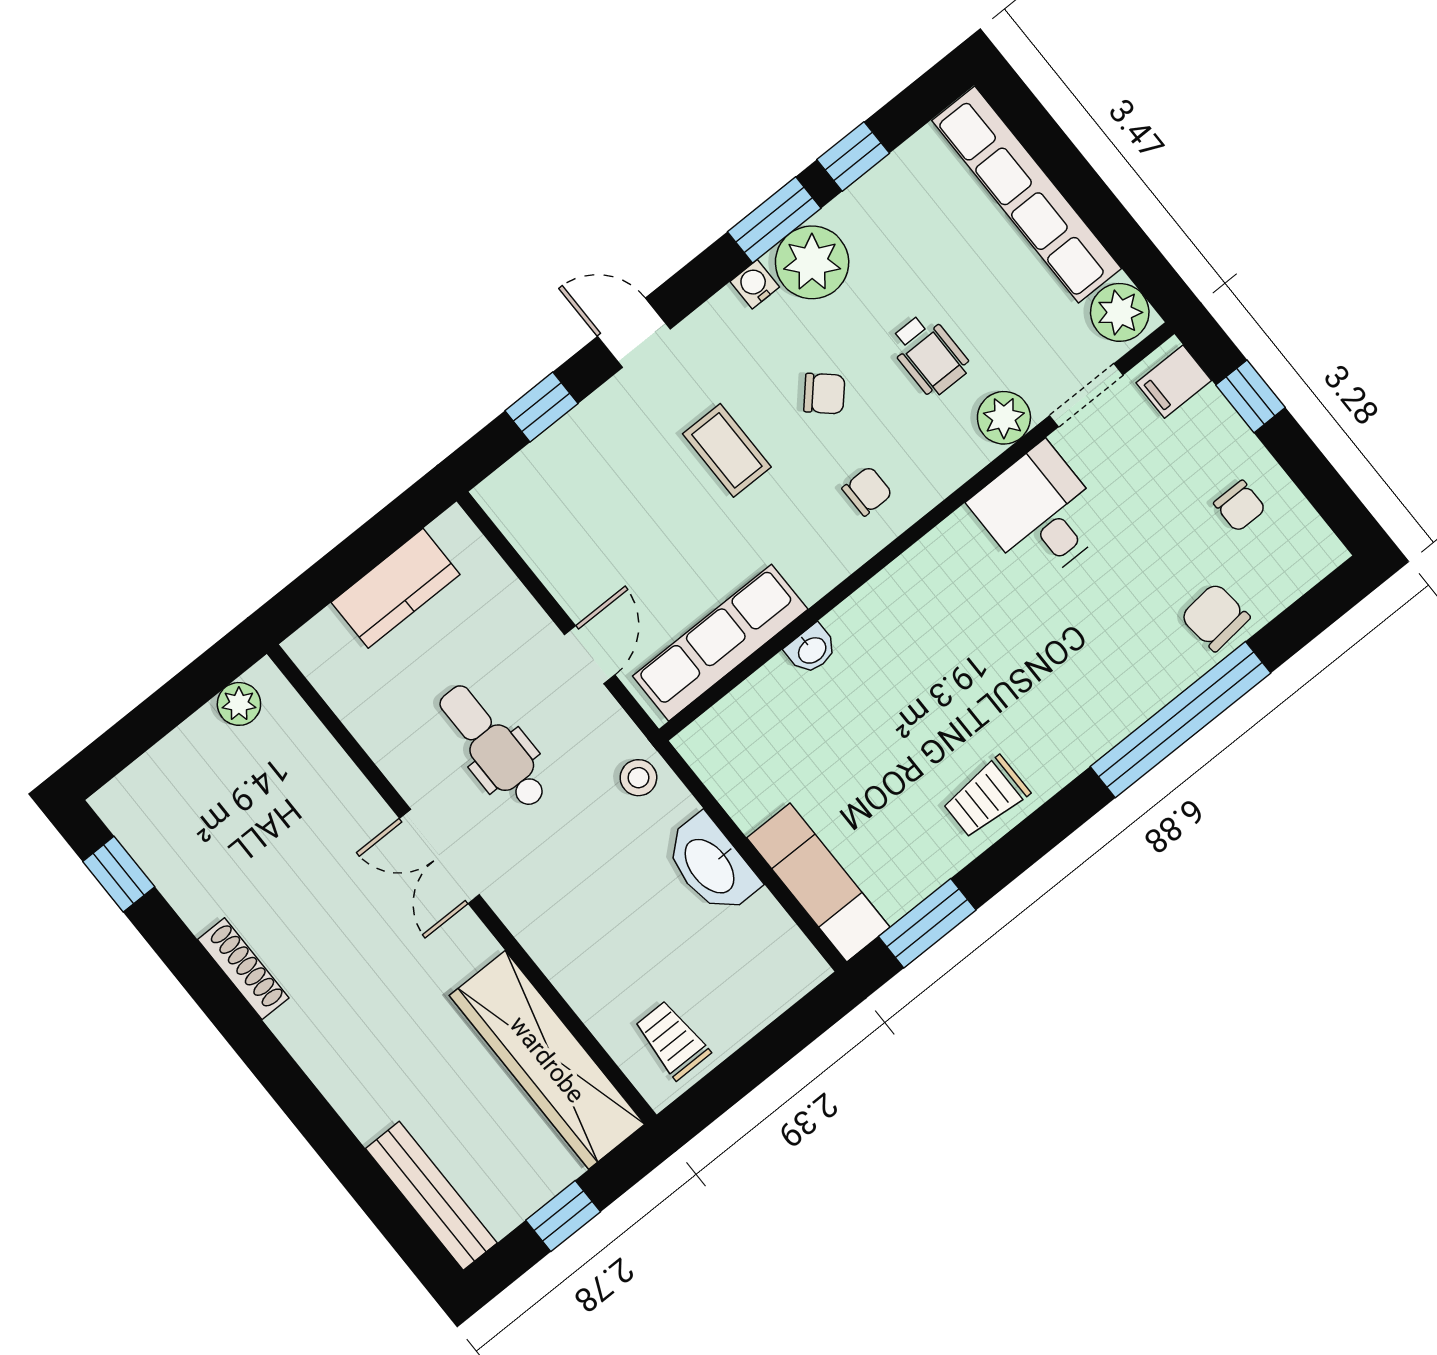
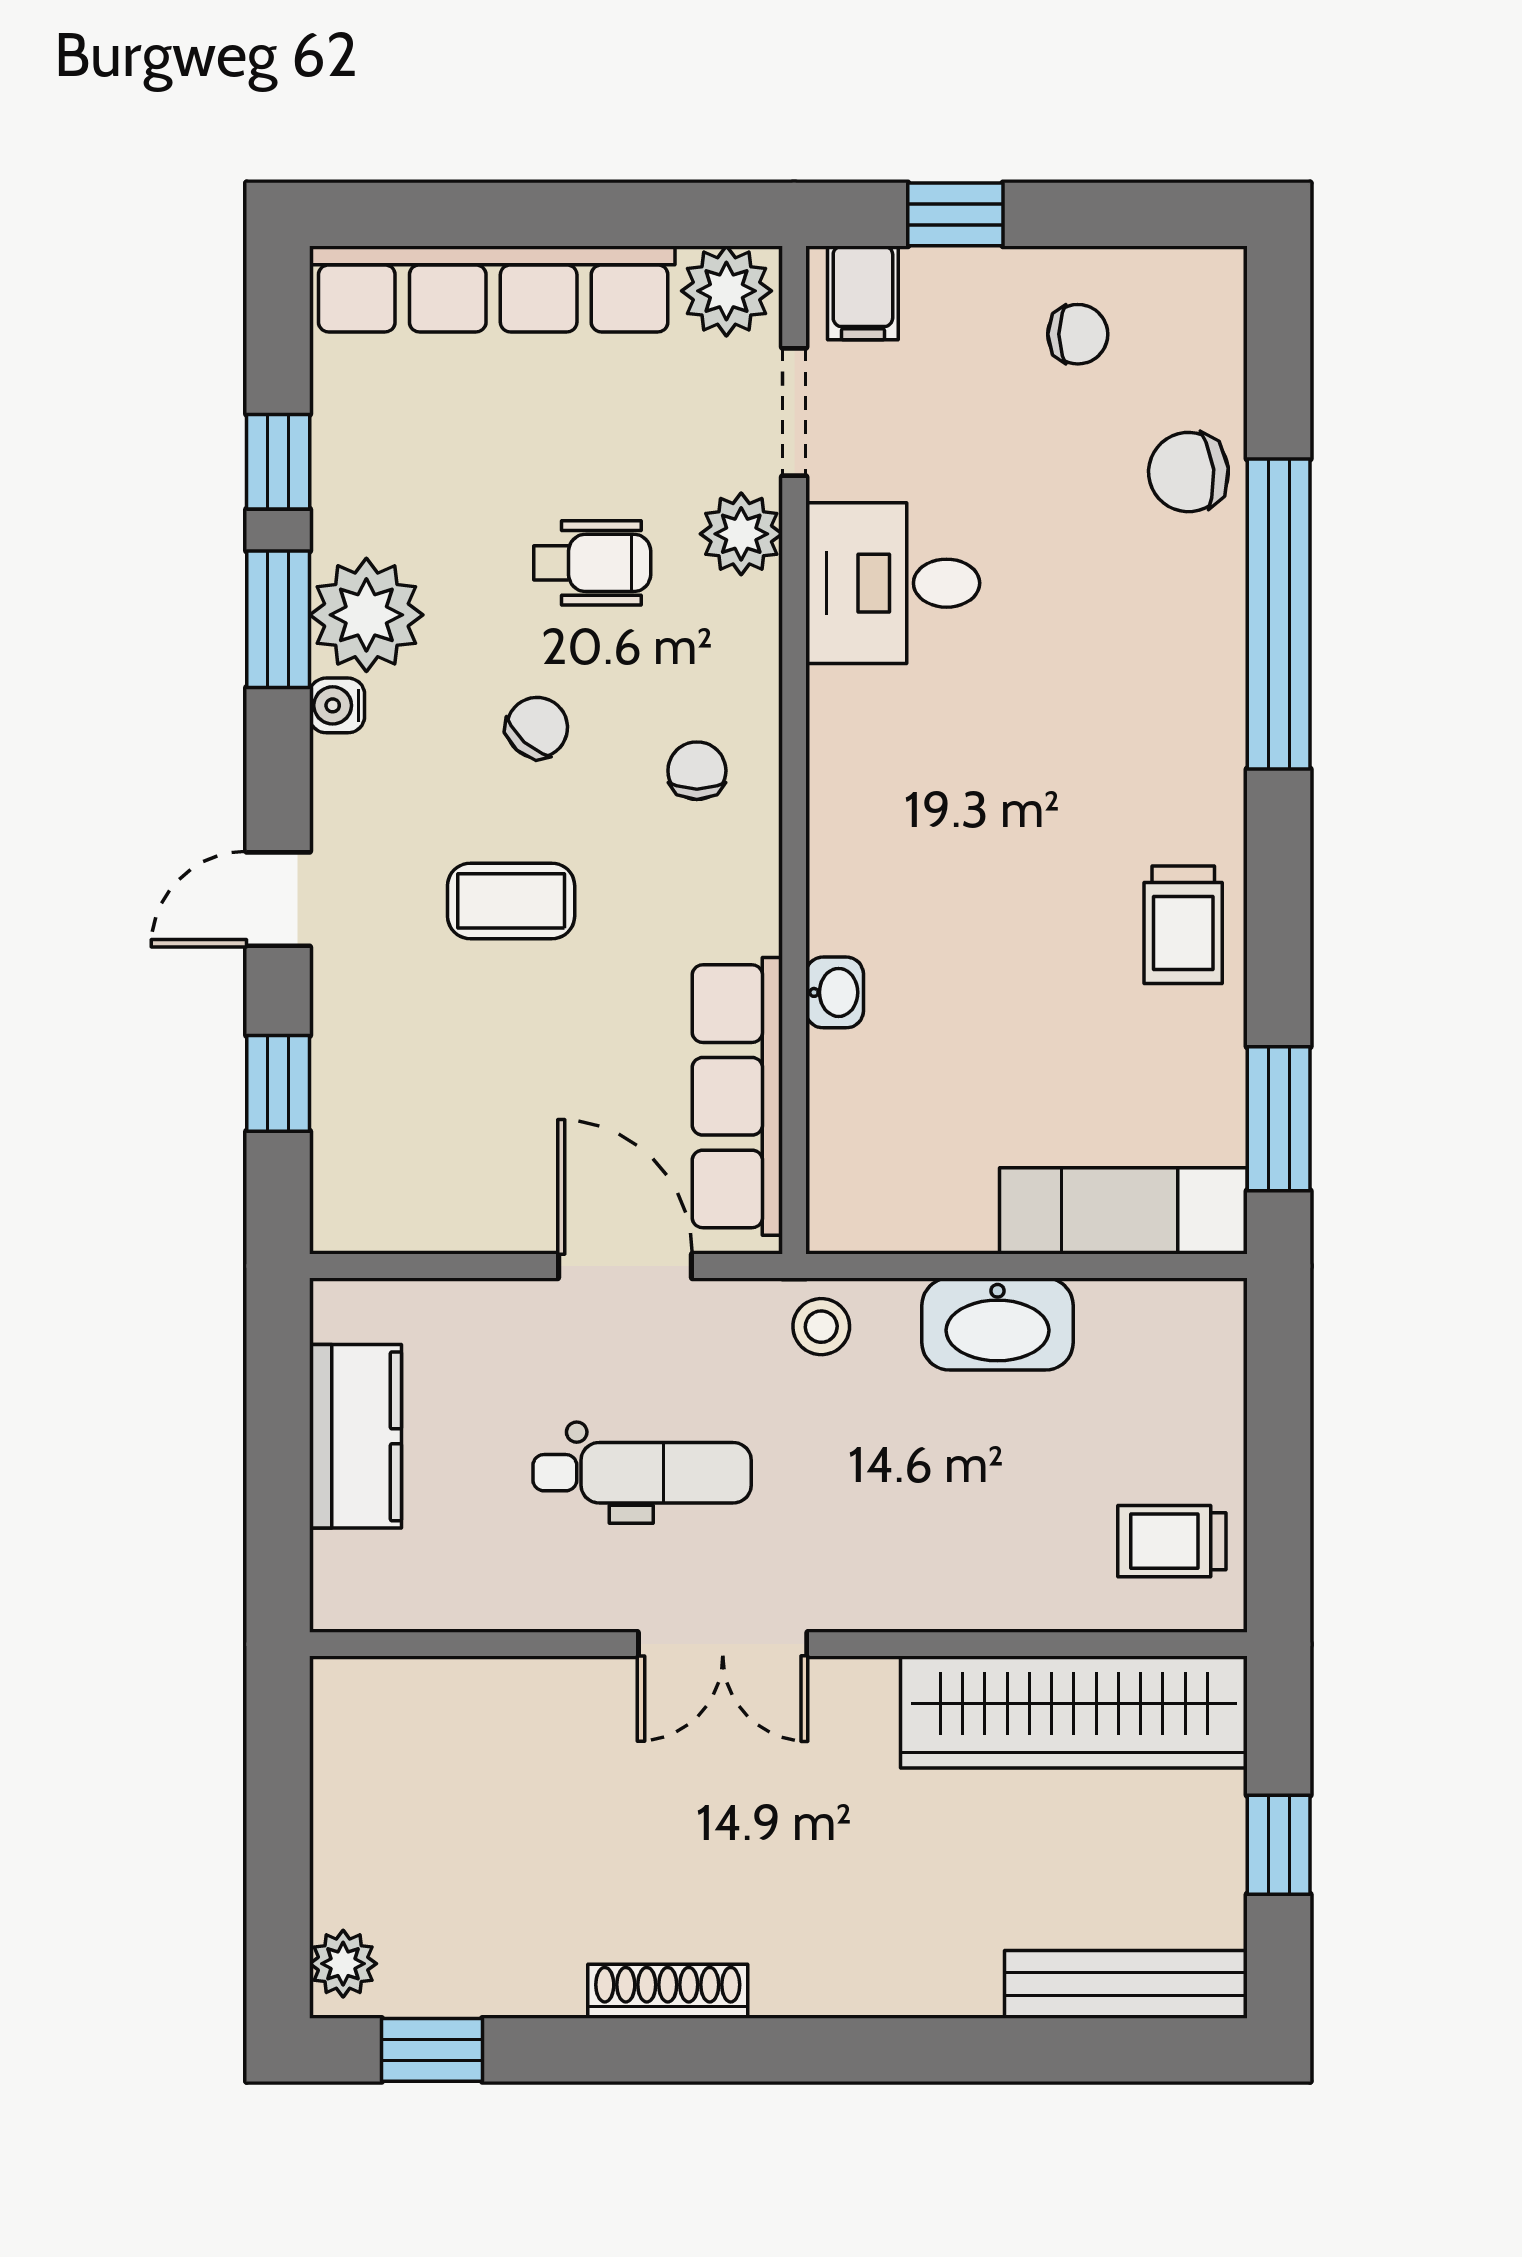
door: (590, 655) -> (625, 1266), width x1.38
plant: (239, 704) -> (343, 1964), moved
dental chair: (493, 747) -> (642, 1473), turned 180

